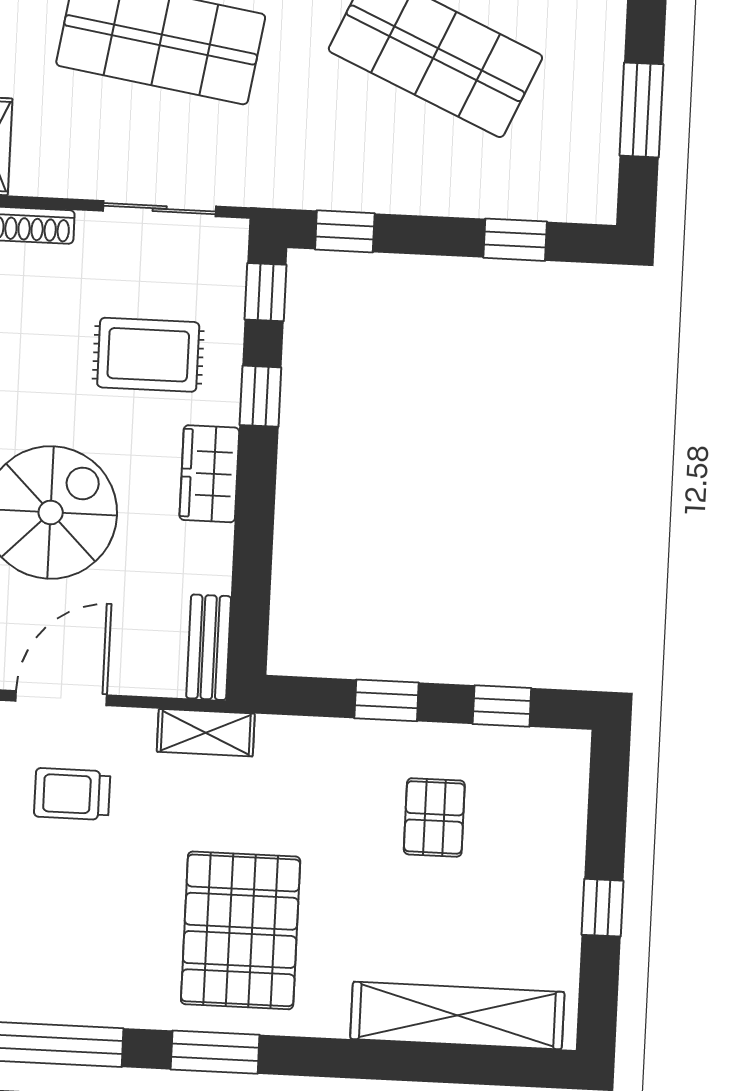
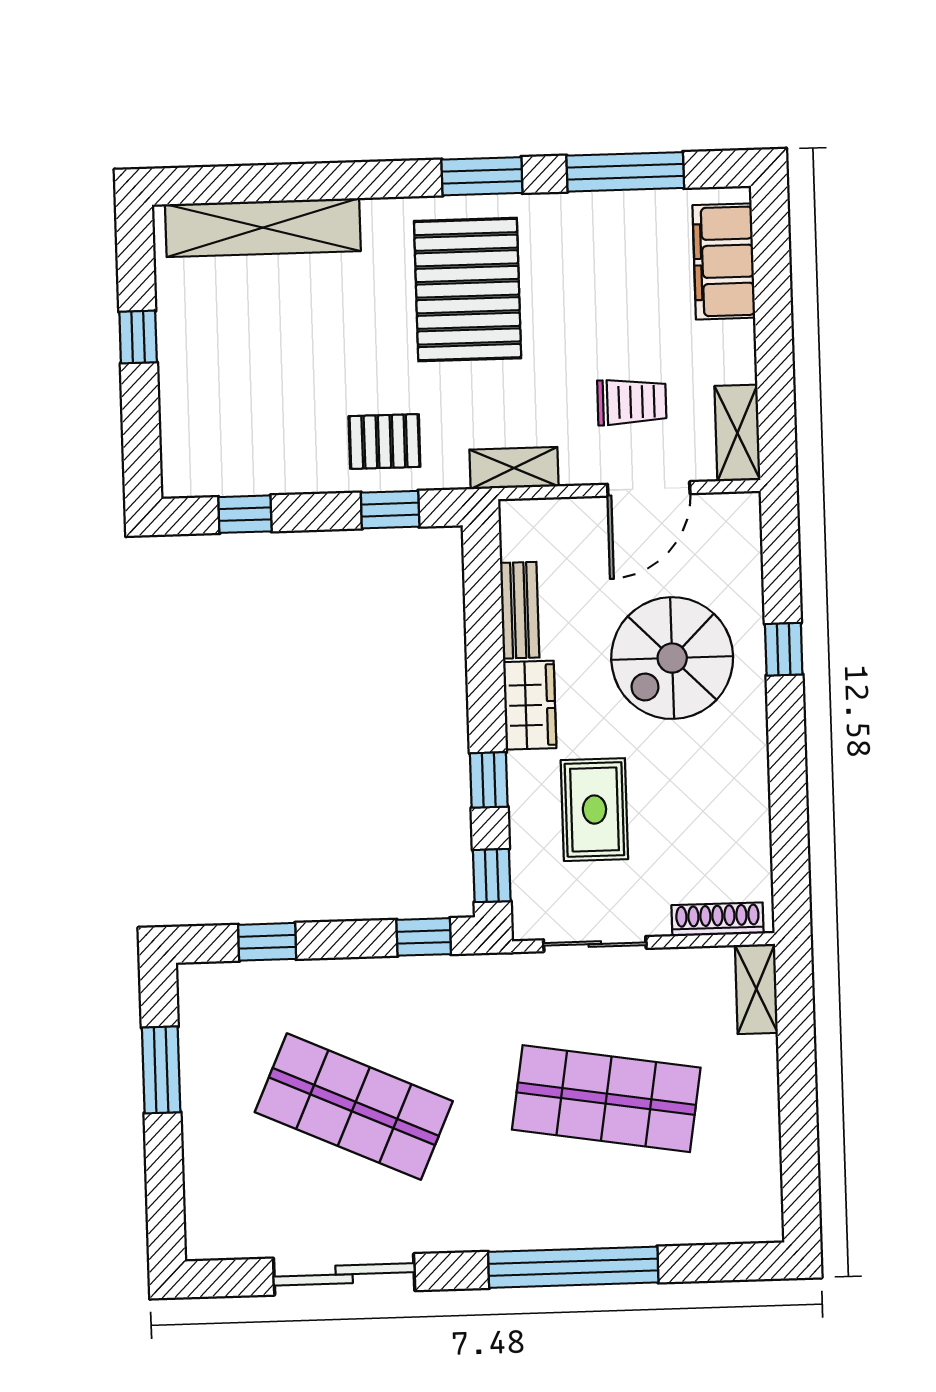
rug: (148, 355) -> (594, 810), turned 90
bench: (209, 647) -> (520, 610), moved
window: (387, 700) -> (390, 510), moved
pallet: (434, 817) -> (384, 441), moved, turned 90

